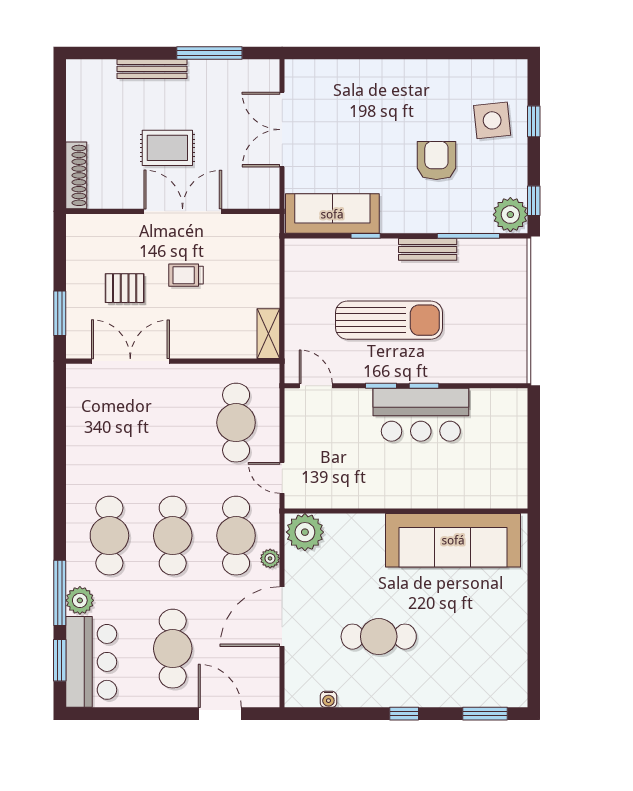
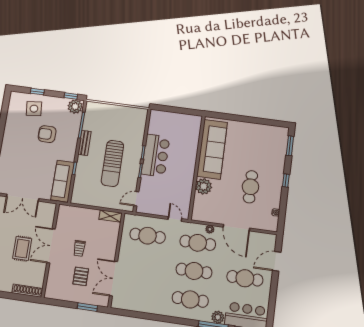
sun lounger: (389, 320) -> (112, 163), turned 180
door: (282, 478) -> (175, 219), swing flipped
plant: (305, 532) -> (204, 186), moved

